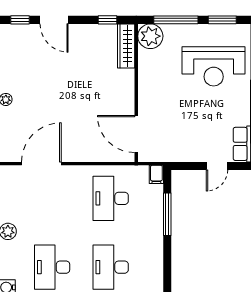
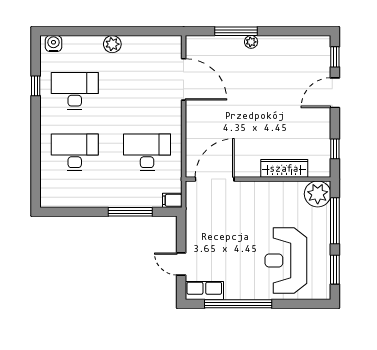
wardrobe: (126, 46) -> (284, 168), moved

